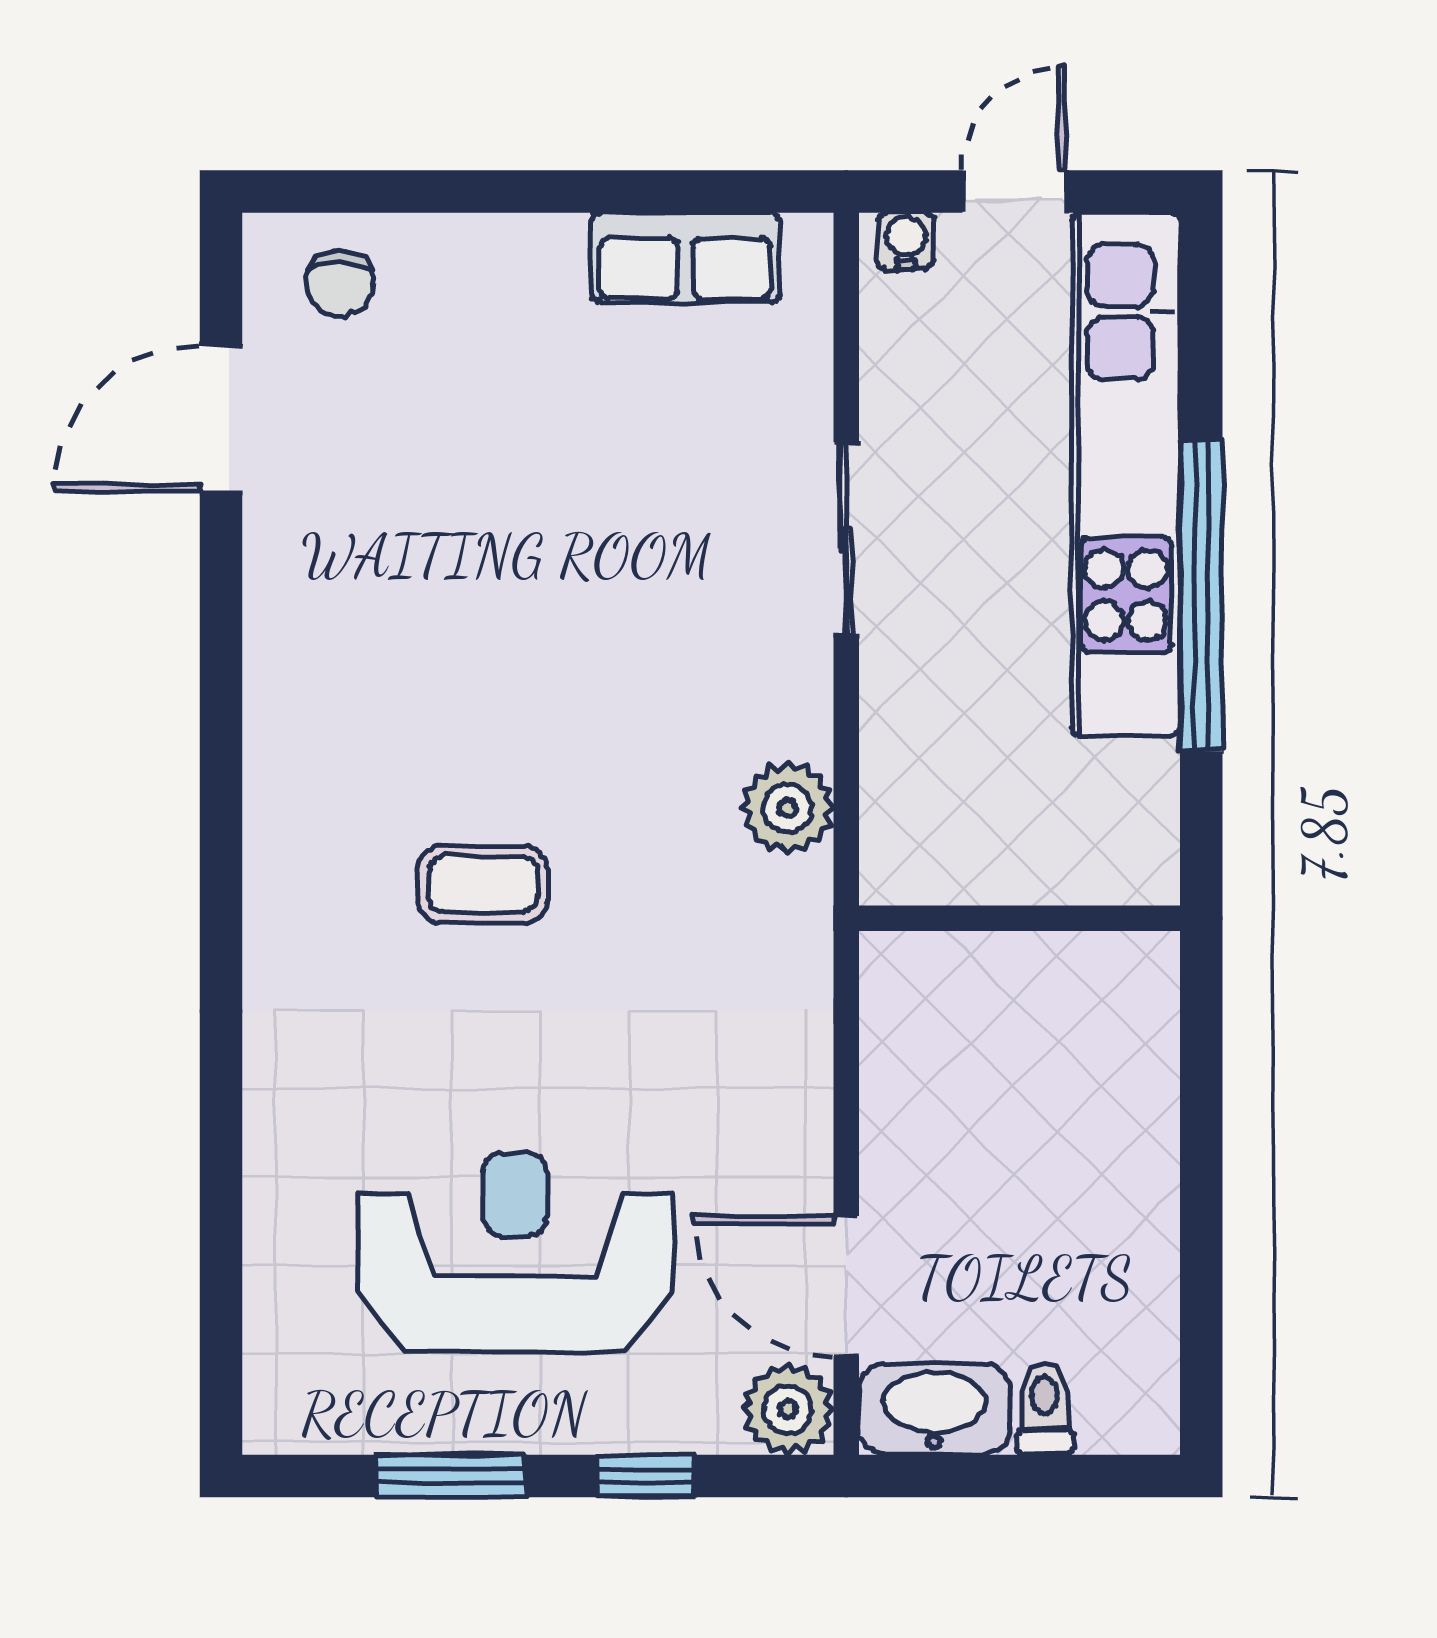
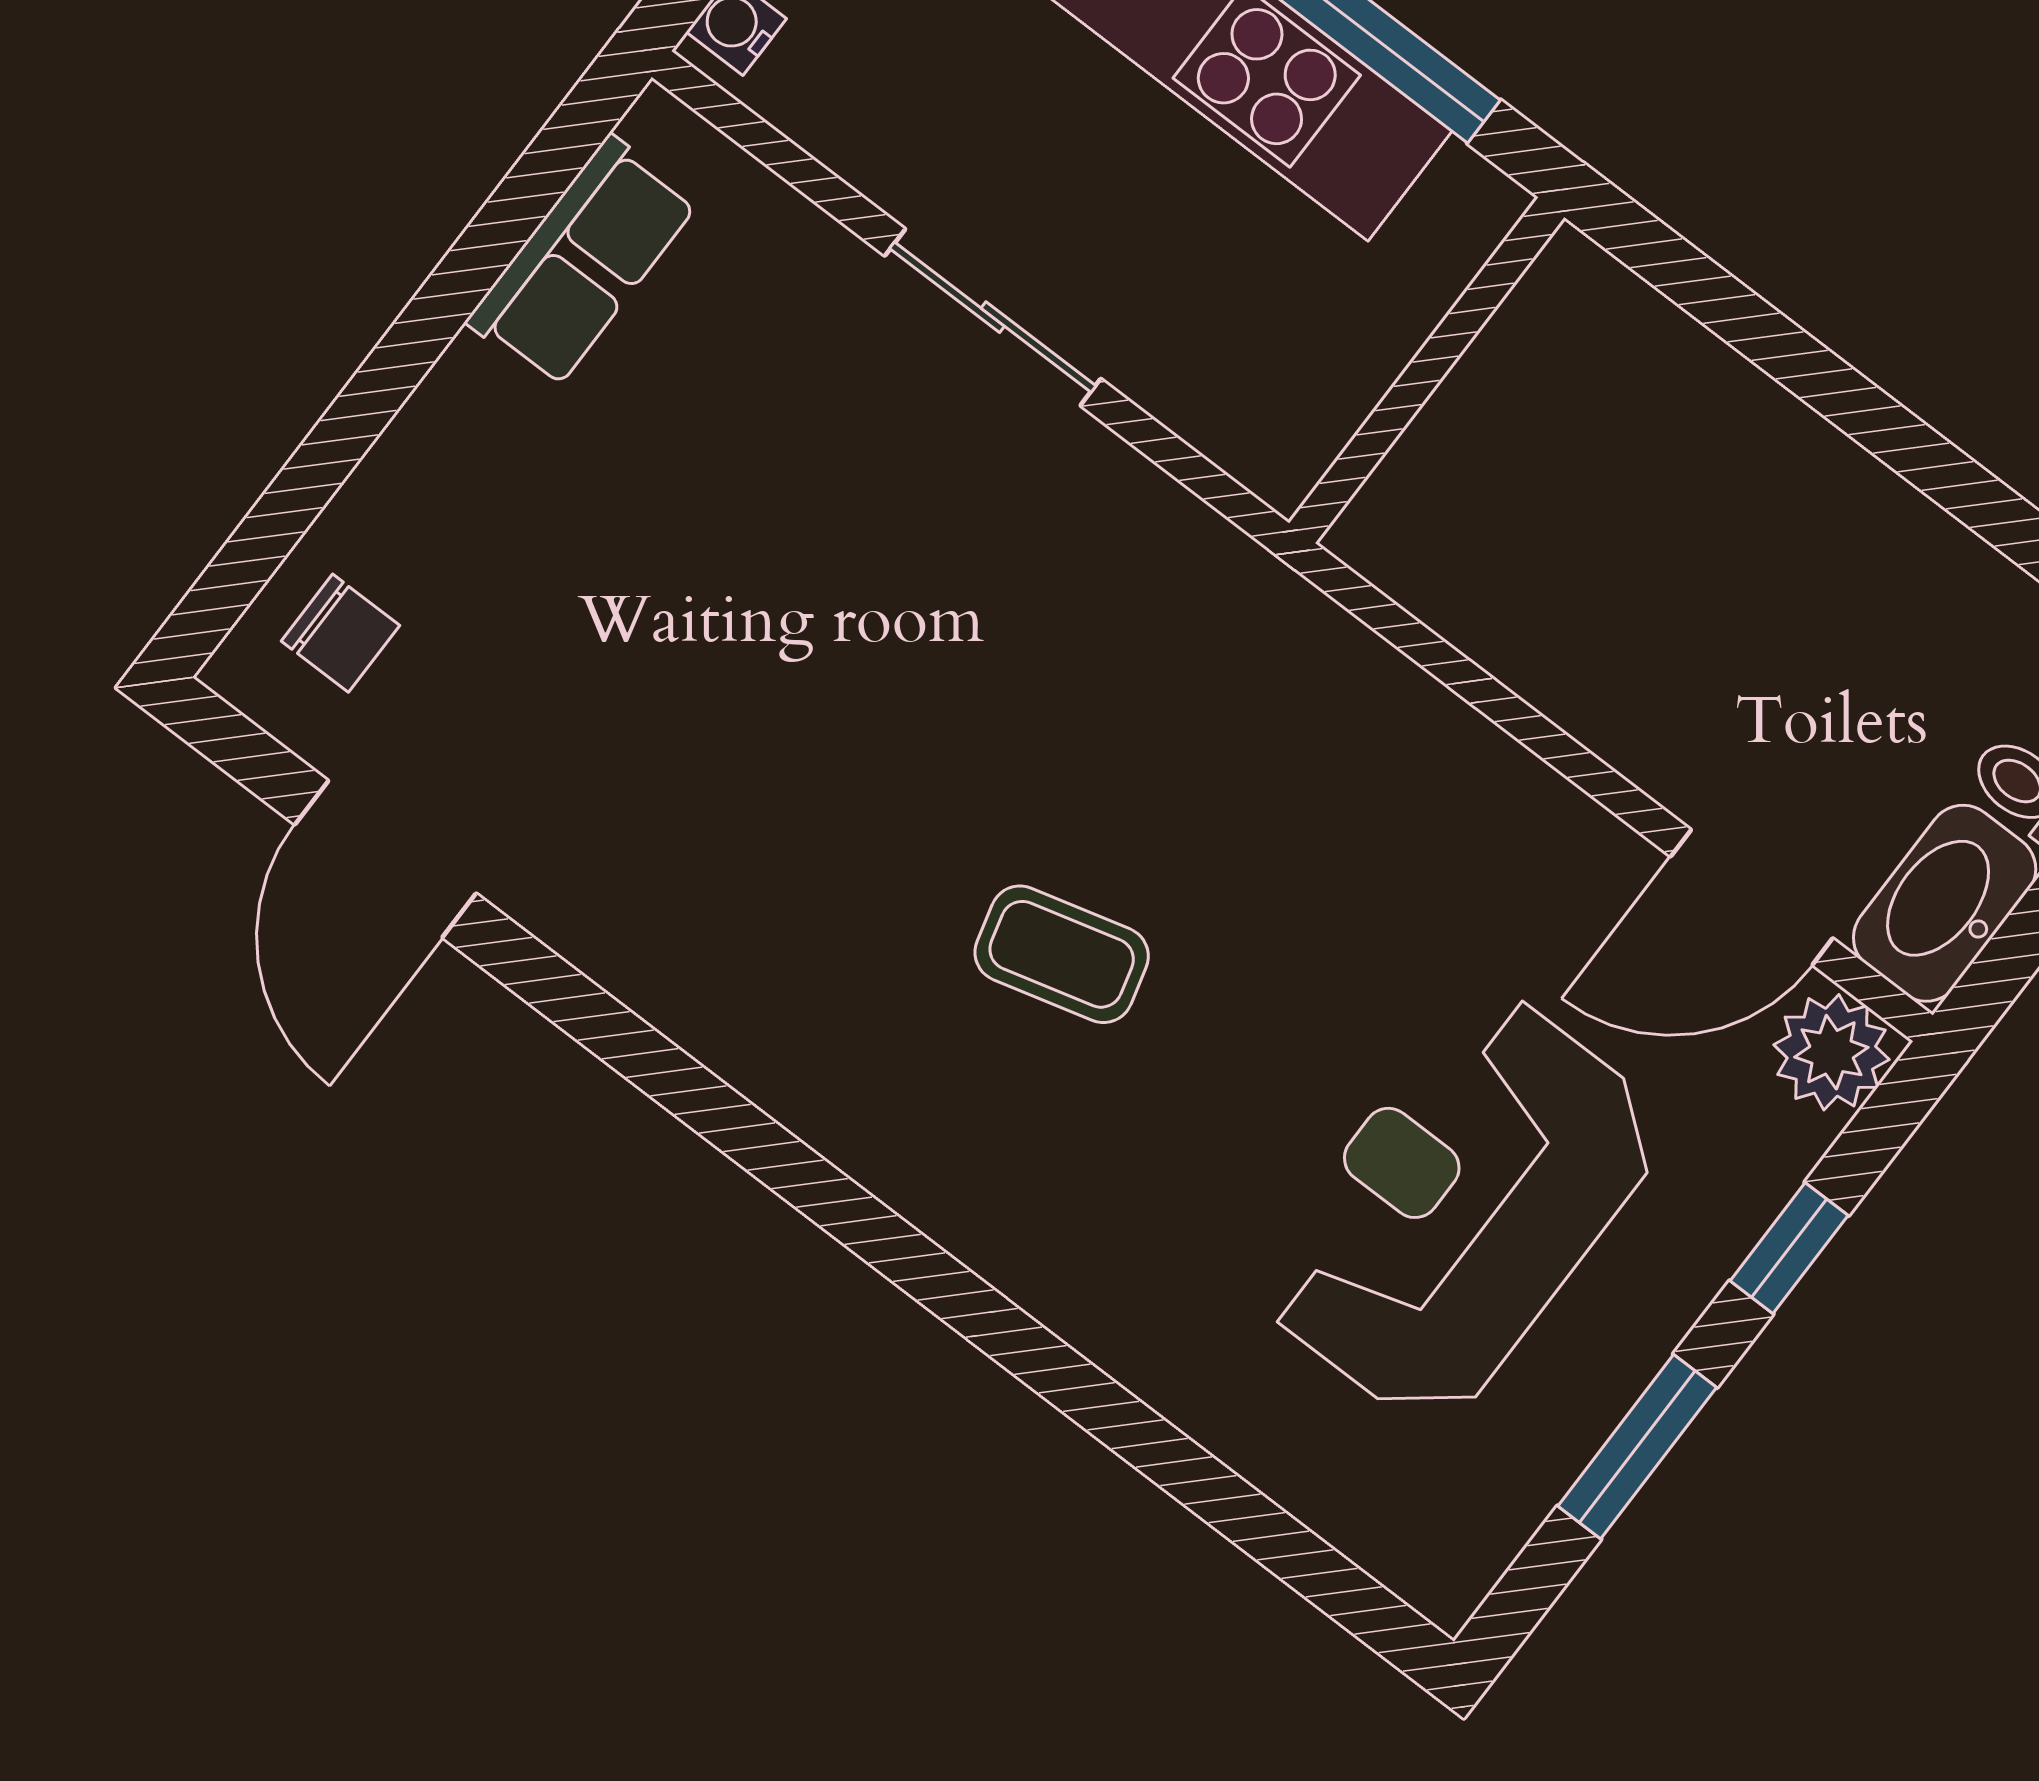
plant: (787, 808) -> (1220, 586), removed
coffee table: (483, 884) -> (1062, 954), turned 75
wall: (1019, 918) -> (1427, 370), moved

